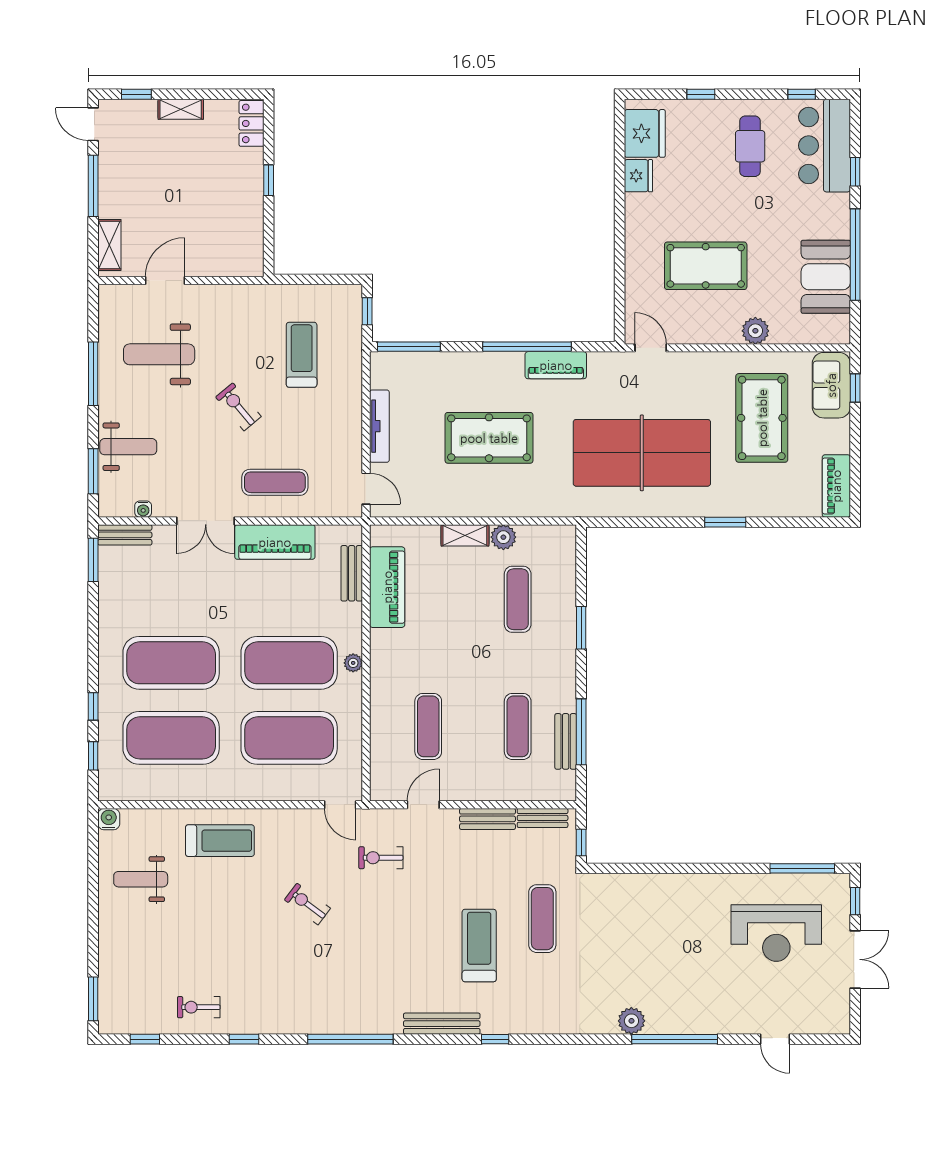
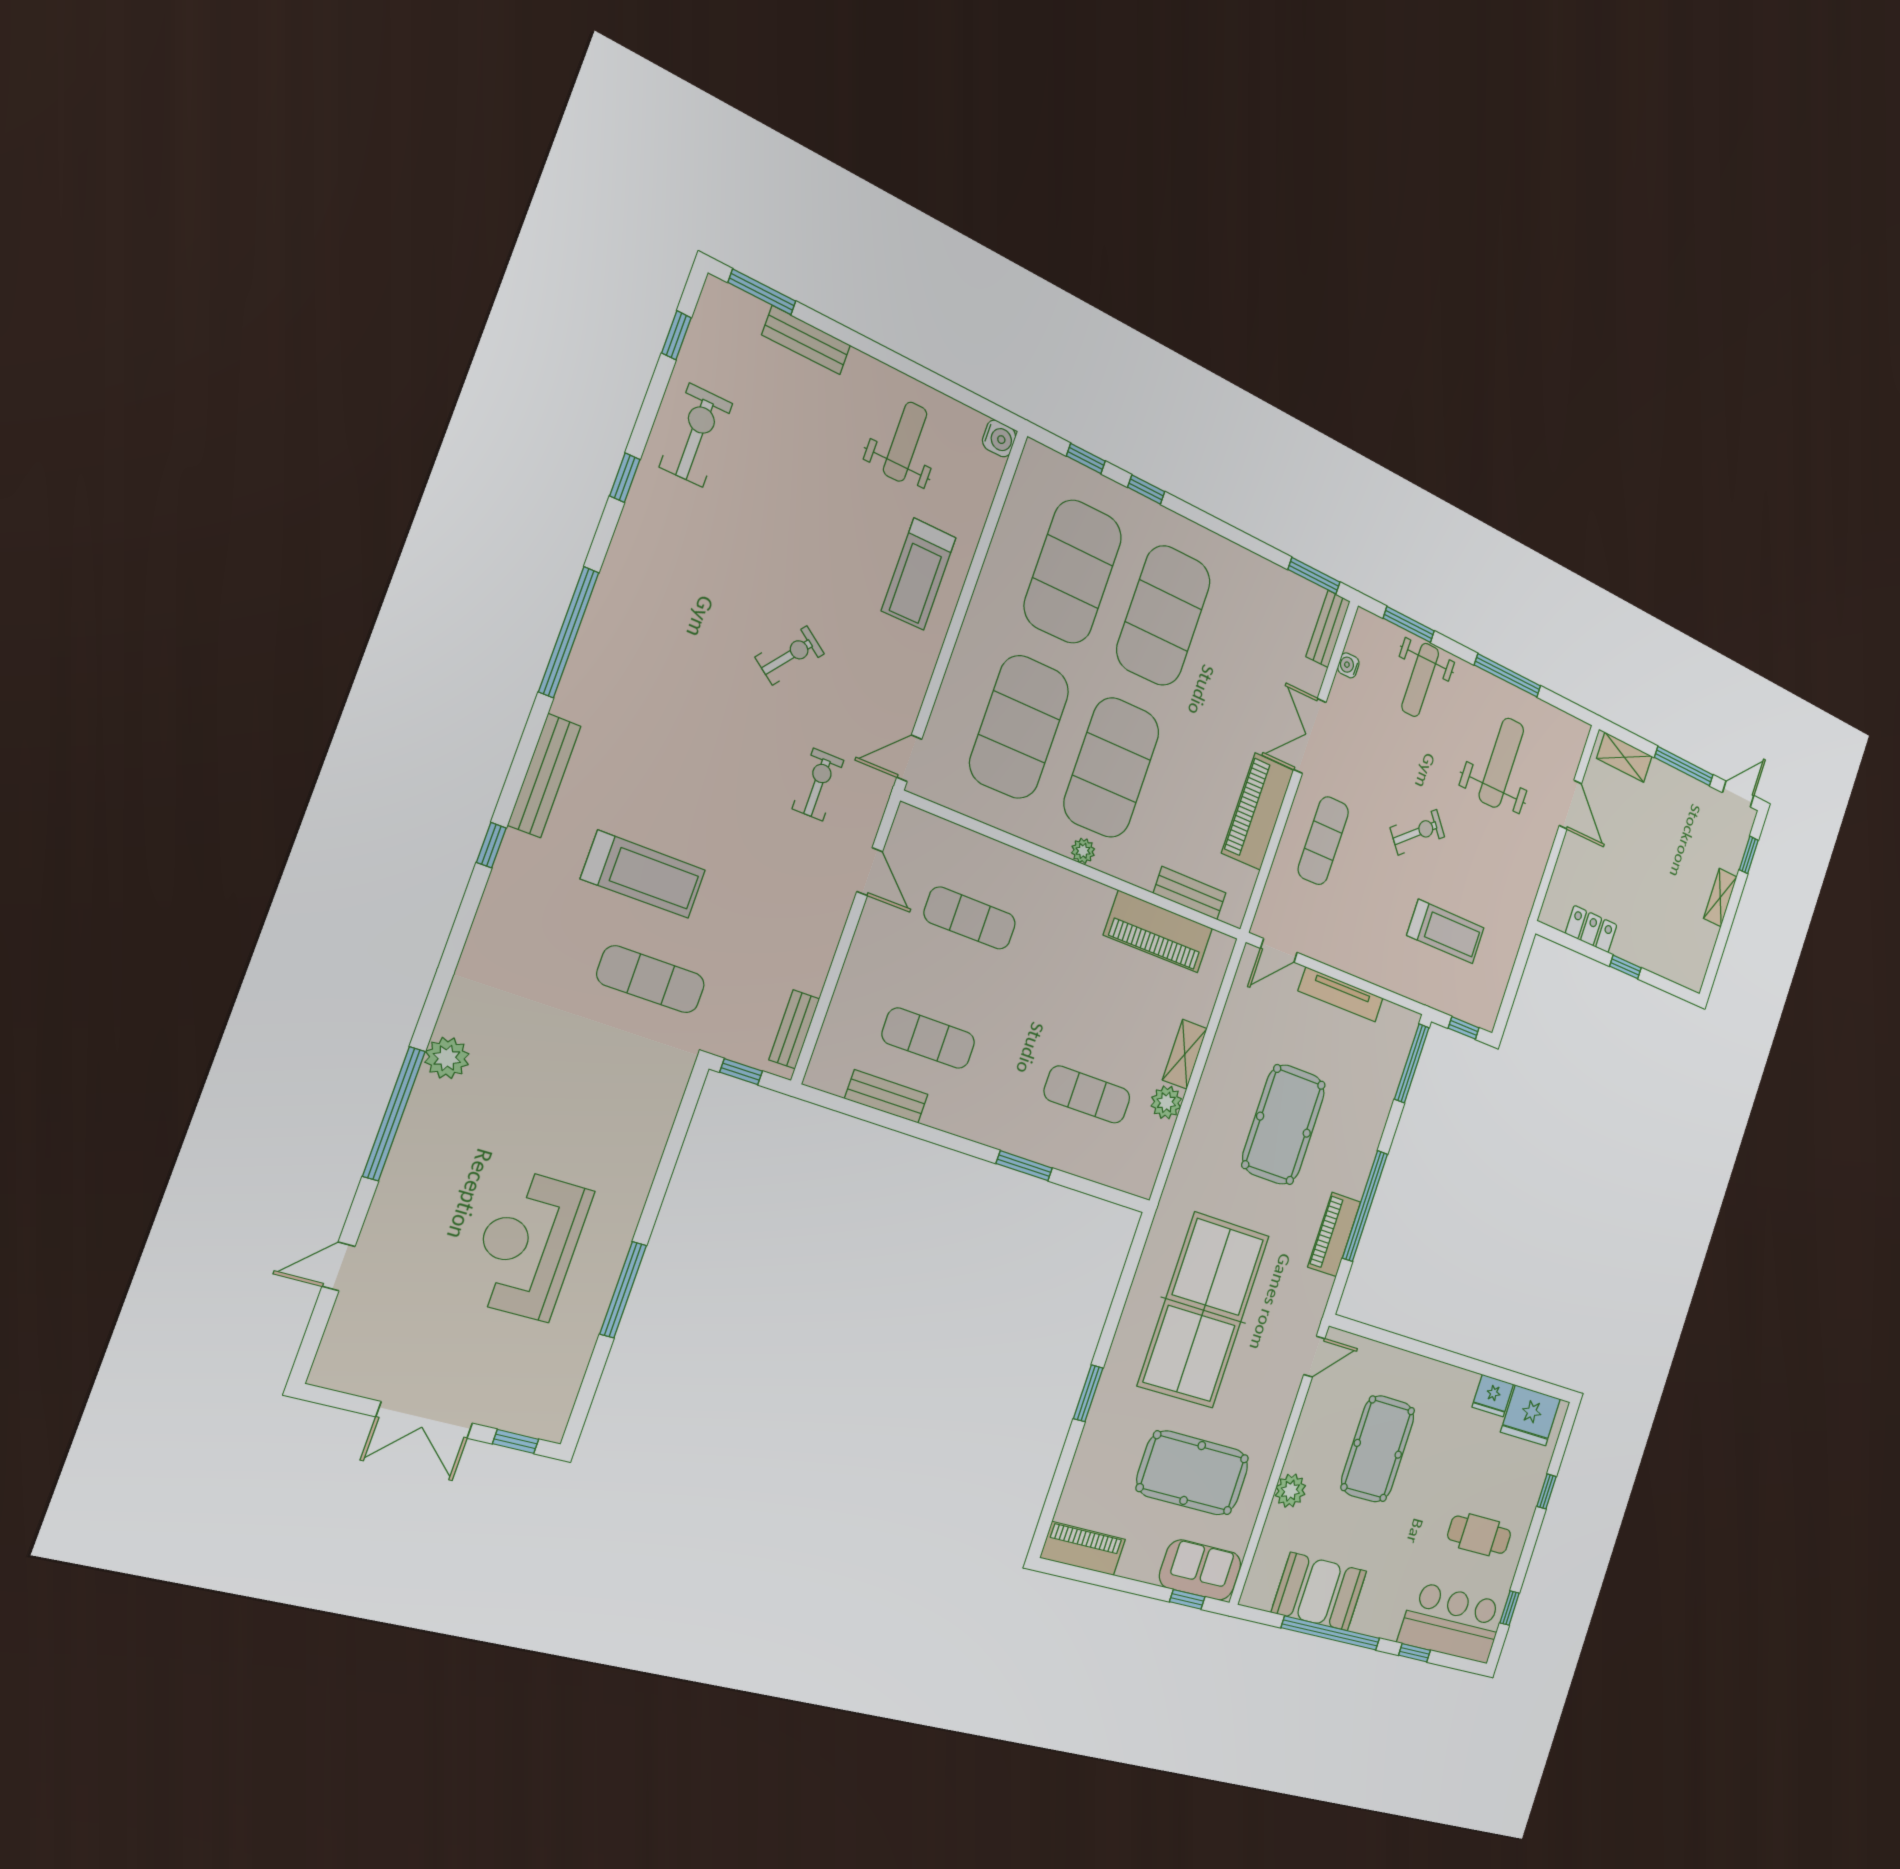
locker: (251, 123) -> (1591, 929), moved
window: (581, 732) -> (892, 1122), removed
bench: (488, 819) -> (806, 340), moved, turned 90
window: (802, 868) -> (623, 1290), moved
reception desk: (776, 933) -> (529, 1245), moved
exercise bike: (199, 1007) -> (696, 435), width x1.38, depth x1.39

